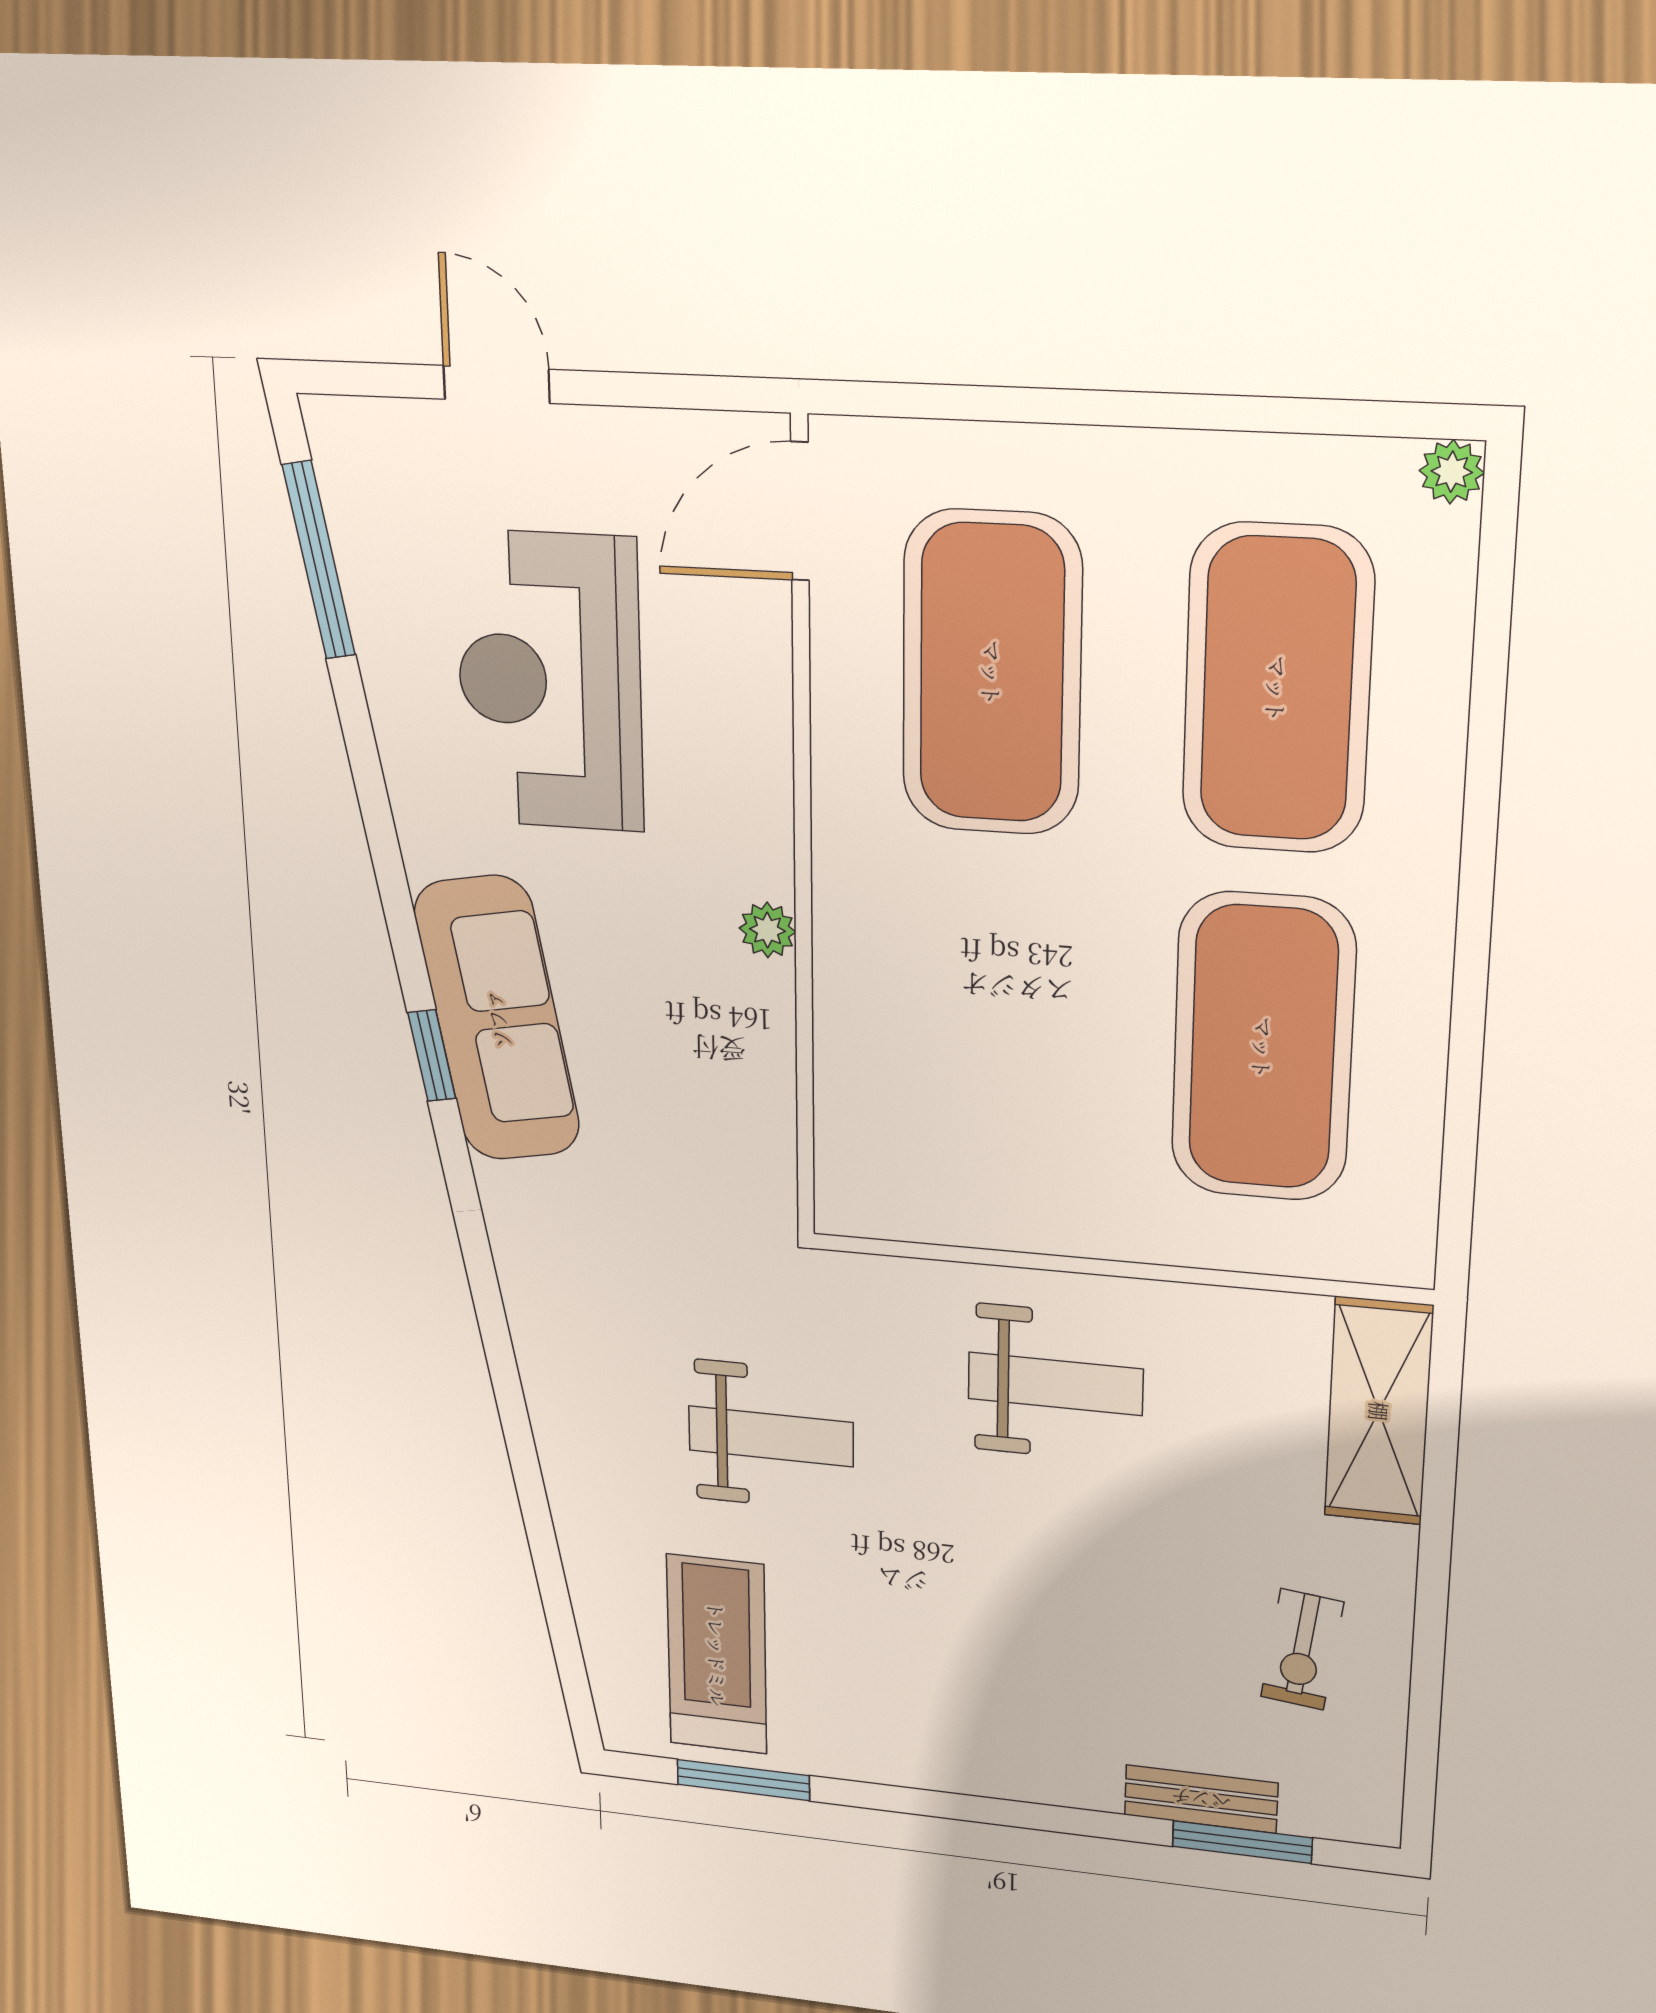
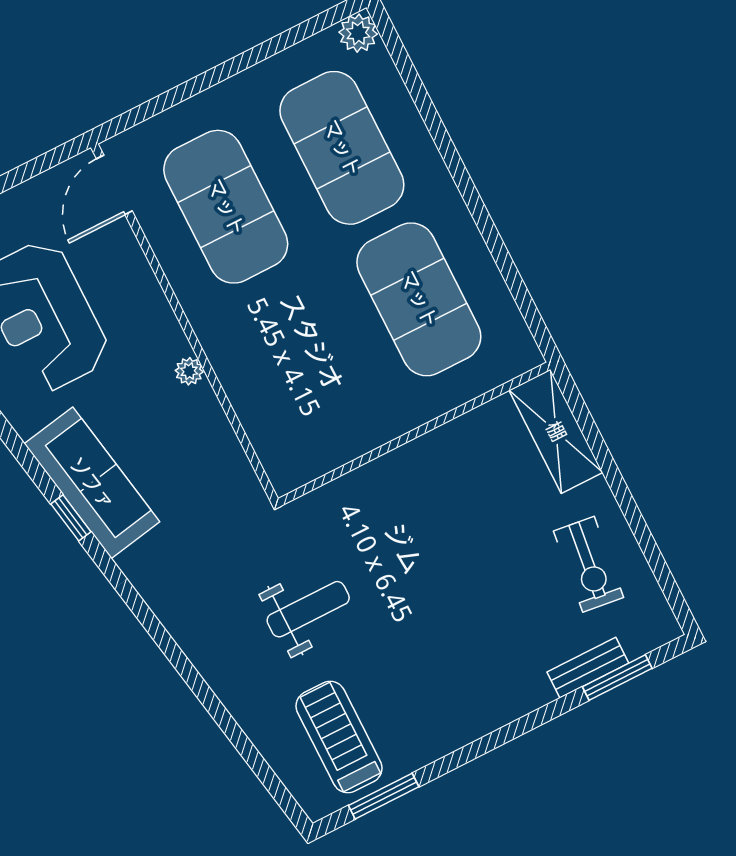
plant: (1452, 472) -> (358, 33), width x1.38, depth x1.38
weight bench: (1055, 1384) -> (417, 504), removed
exercise bike: (1302, 1649) -> (588, 564), width x1.38, depth x1.39

